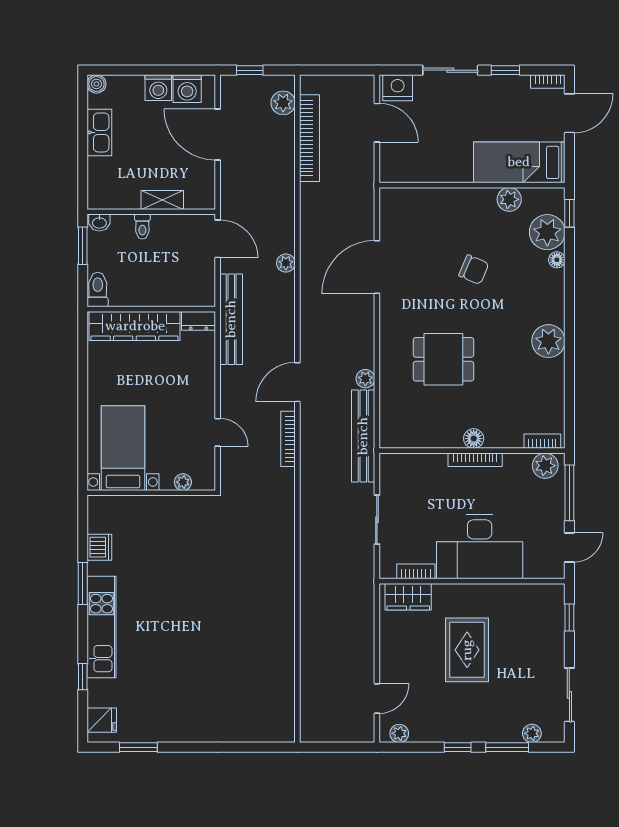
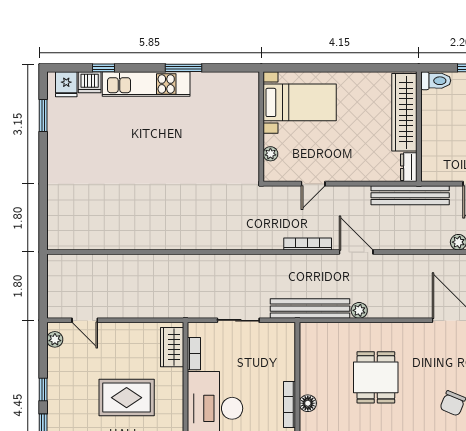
dishwasher: (99, 547) -> (90, 82), moved

